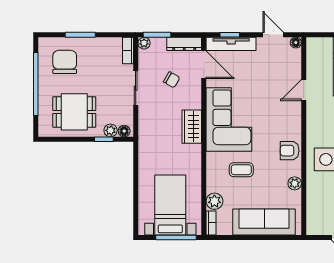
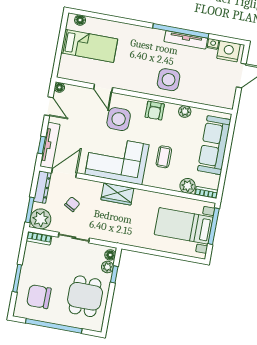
door: (273, 35) -> (49, 106), swing flipped
plant: (144, 43) -> (41, 219), width x1.88, depth x1.88
side table: (273, 113) -> (119, 119), added

